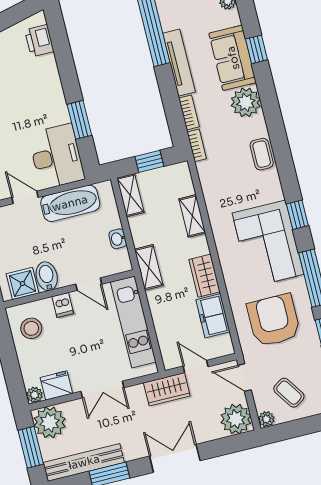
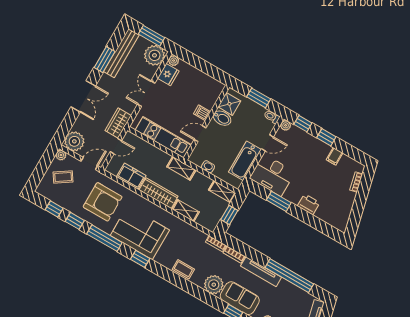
printer: (39, 41) -> (309, 204), moved
wardrobe: (205, 276) -> (159, 193), width x1.50
stool: (31, 328) -> (205, 88), removed

